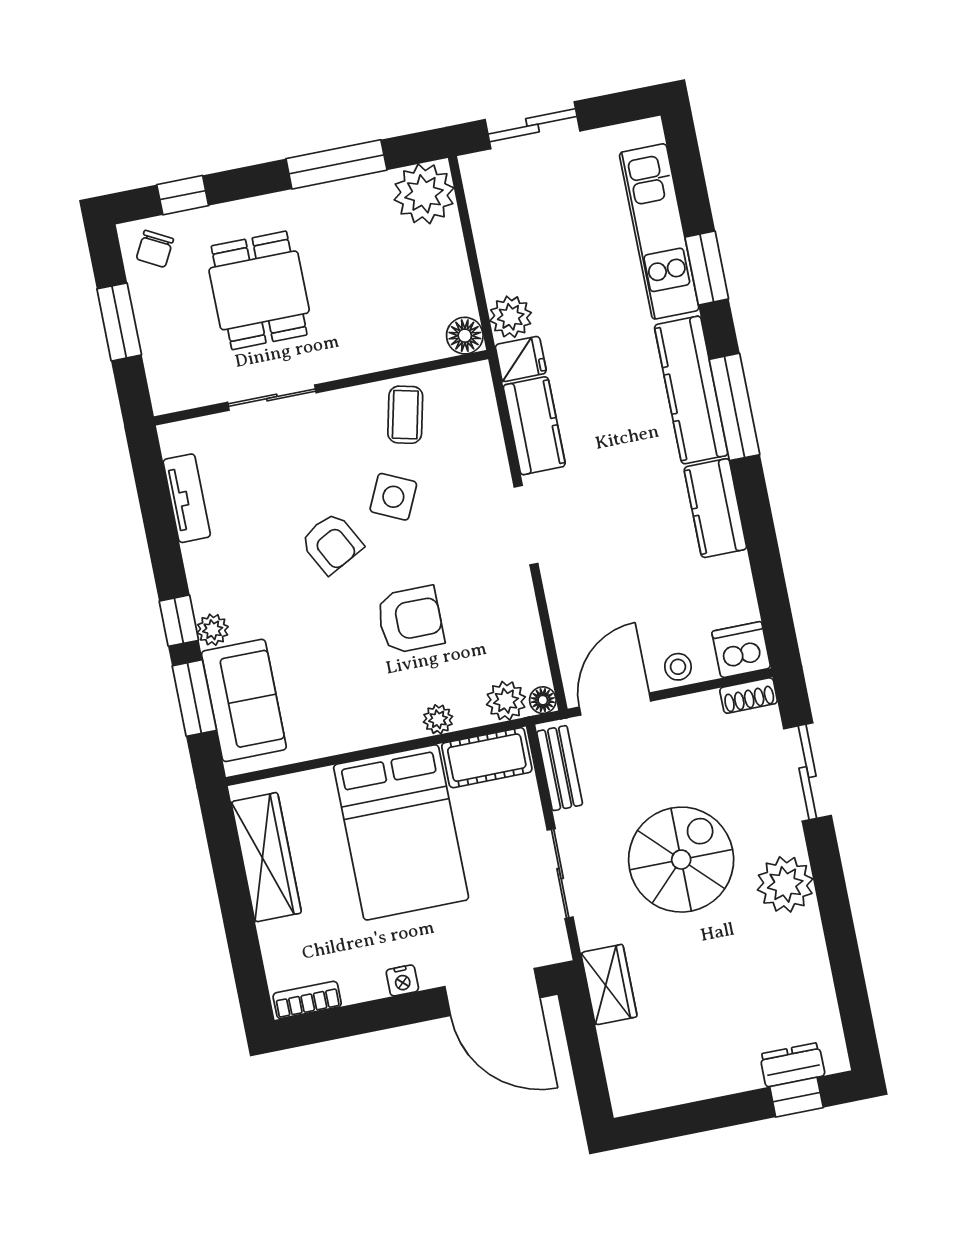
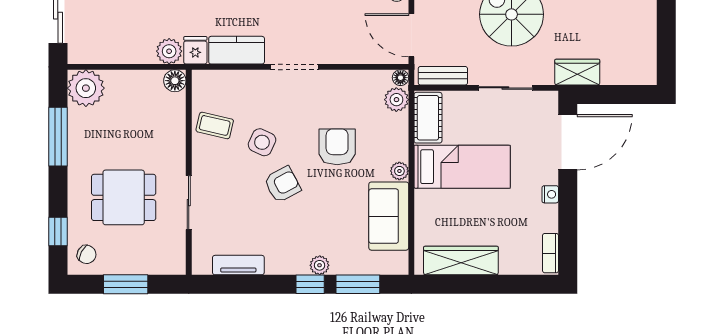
sofa: (244, 700) -> (389, 216), moved, turned -90
plant: (438, 719) -> (399, 171), moved
bed: (401, 832) -> (462, 167), width x0.67

